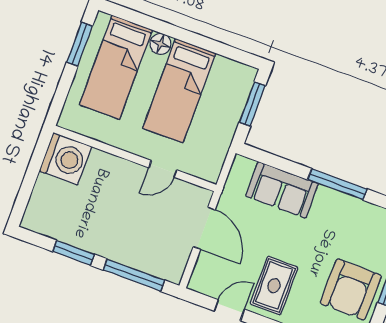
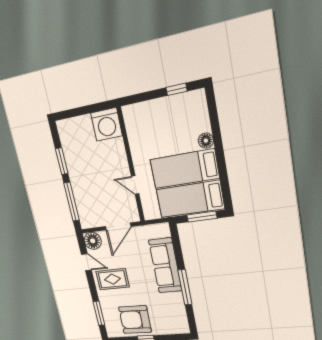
window: (80, 44) -> (177, 89), width x0.67
bed: (116, 67) -> (190, 199), moved
sofa: (282, 190) -> (165, 265), width x1.36
floor lamp: (204, 280) -> (93, 241), added

